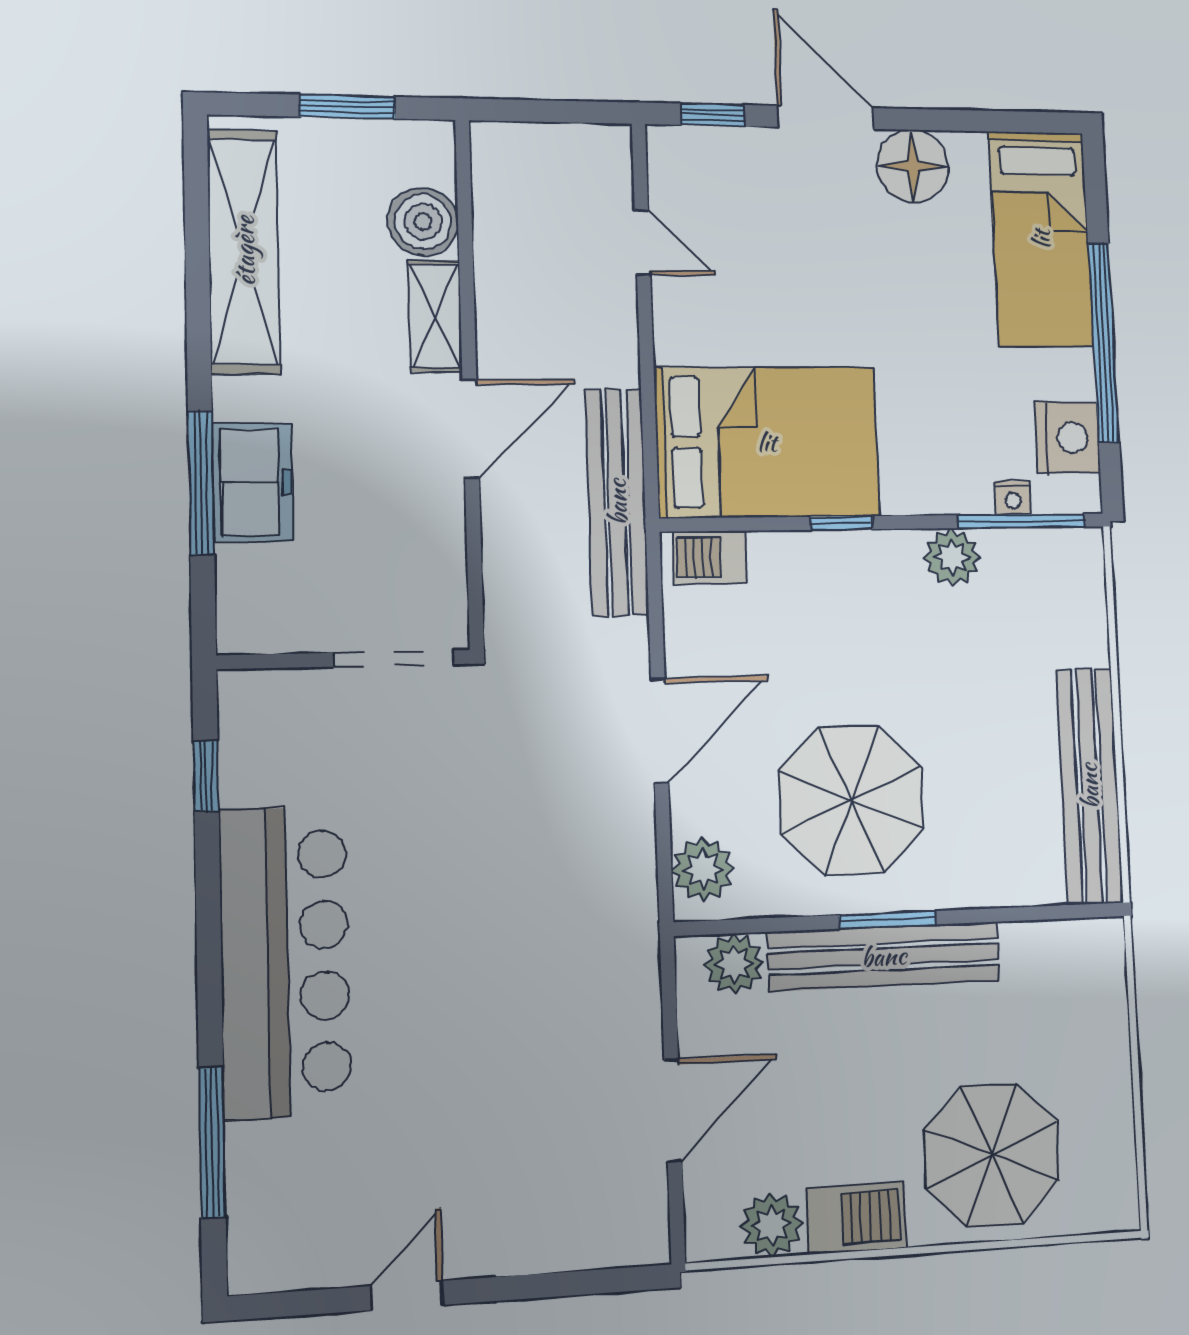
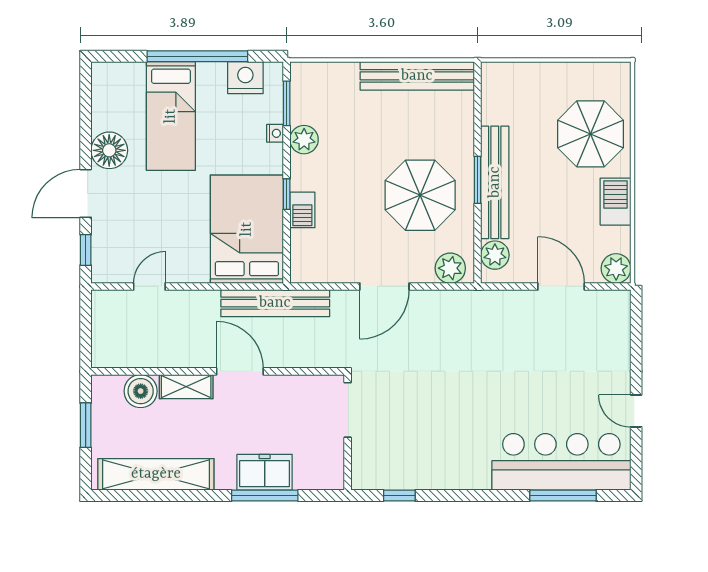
bed: (1041, 239) -> (171, 116), moved, turned 90
nightstand: (1013, 498) -> (275, 133), moved
window: (1022, 521) -> (287, 103), width x0.69
barbecue: (710, 557) -> (302, 210), moved
door: (660, 731) -> (384, 286), swing flipped
bar counter: (285, 962) -> (561, 462), moved
plant: (772, 1225) -> (616, 268), moved

